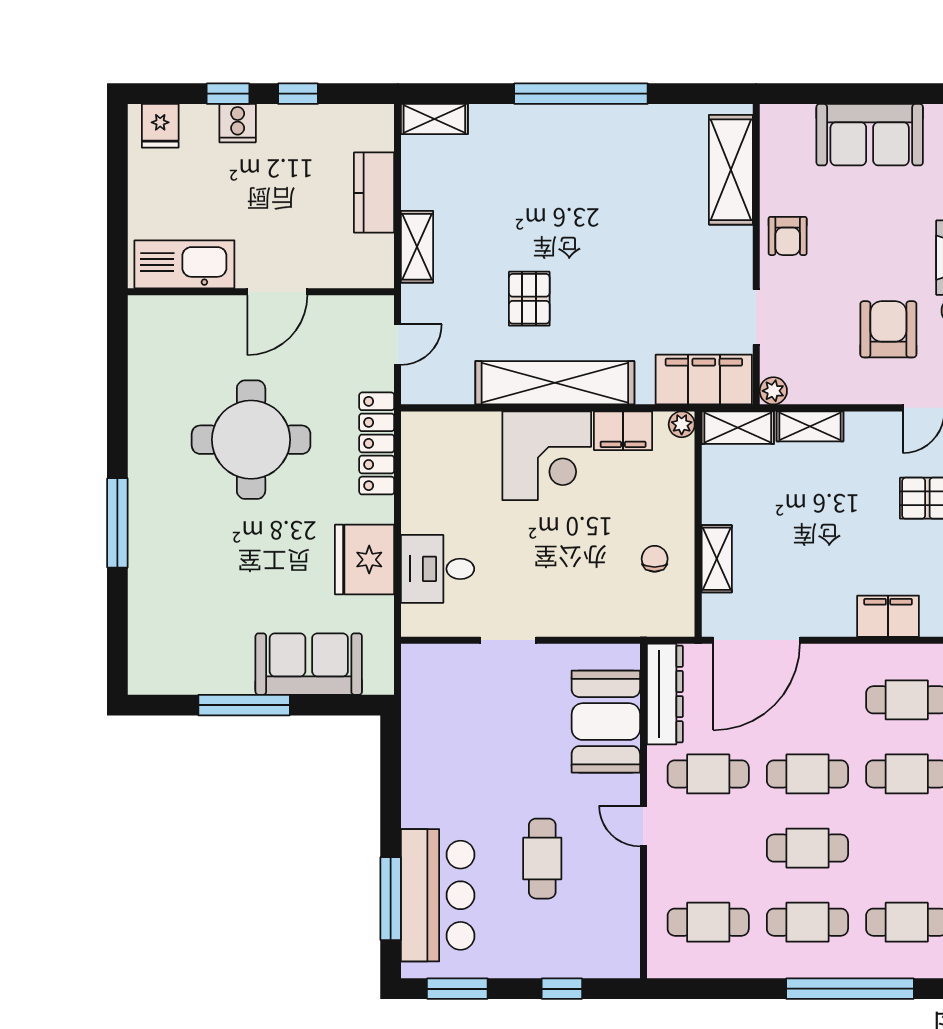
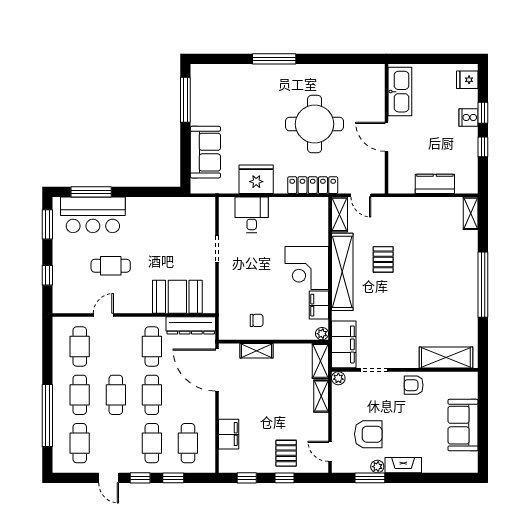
shelving: (417, 247) -> (340, 214), moved, turned 90
pallet: (529, 299) -> (383, 259), turned 90
window: (244, 705) -> (185, 100), moved
door: (643, 826) -> (103, 315), moved

